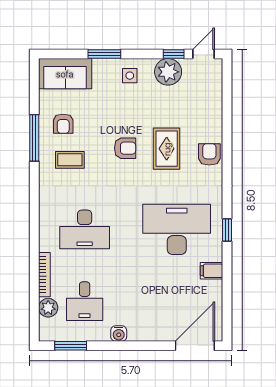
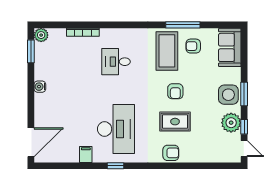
window: (104, 54) -> (244, 94), moved
side table: (130, 76) -> (228, 95), width x1.87, depth x1.87
coffee table: (70, 160) -> (167, 51), width x1.86, depth x1.72
desk: (85, 229) -> (116, 62), width x0.73
desk: (85, 301) -> (64, 62), removed
plant: (48, 308) -> (41, 35), moved
door: (195, 346) -> (31, 142), hinge flipped

